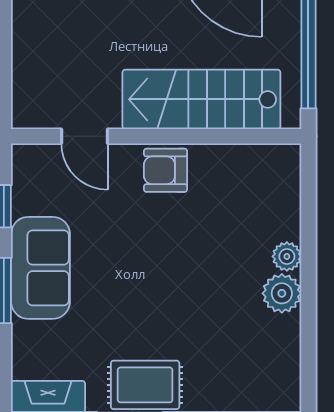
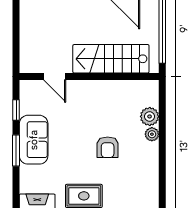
armchair: (165, 170) -> (108, 147), moved, turned -90
plant: (282, 293) -> (150, 116), moved

